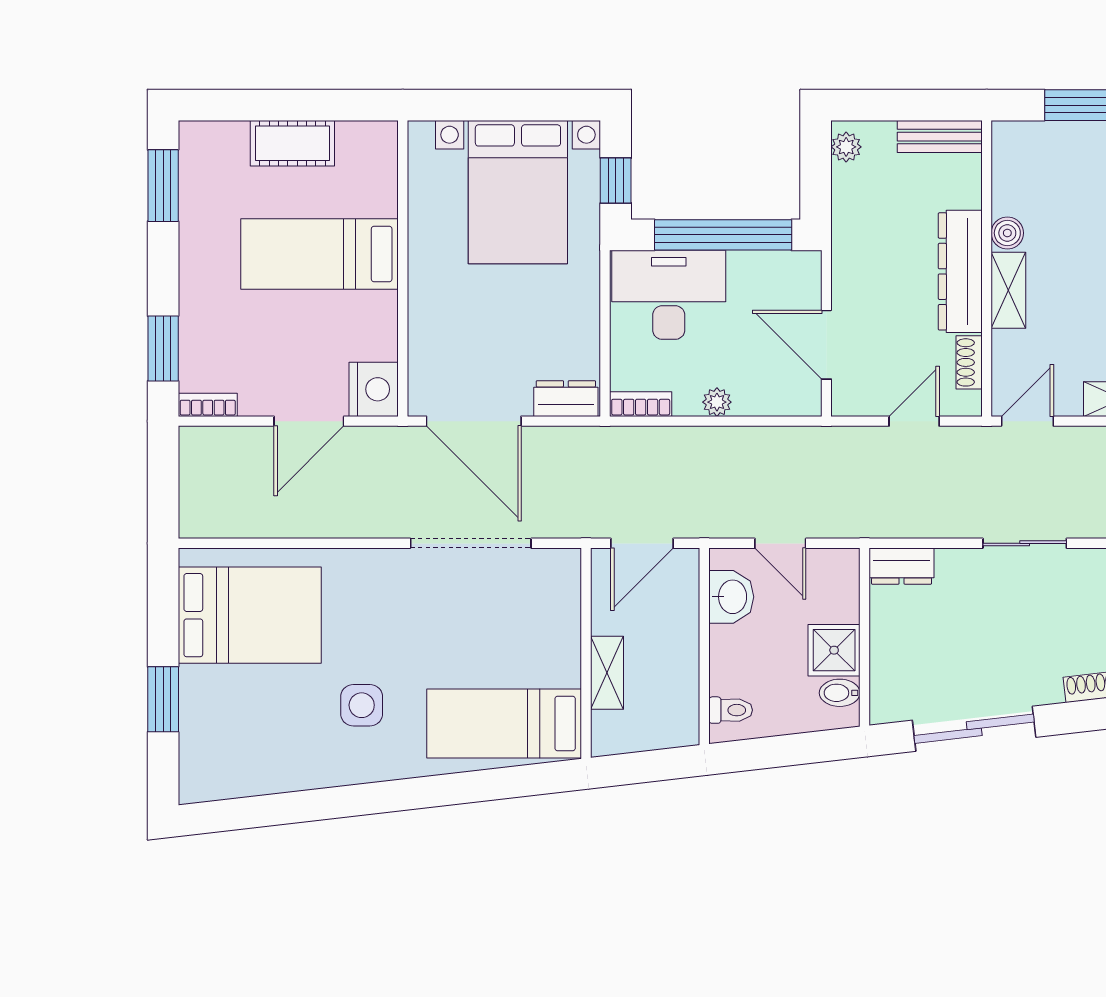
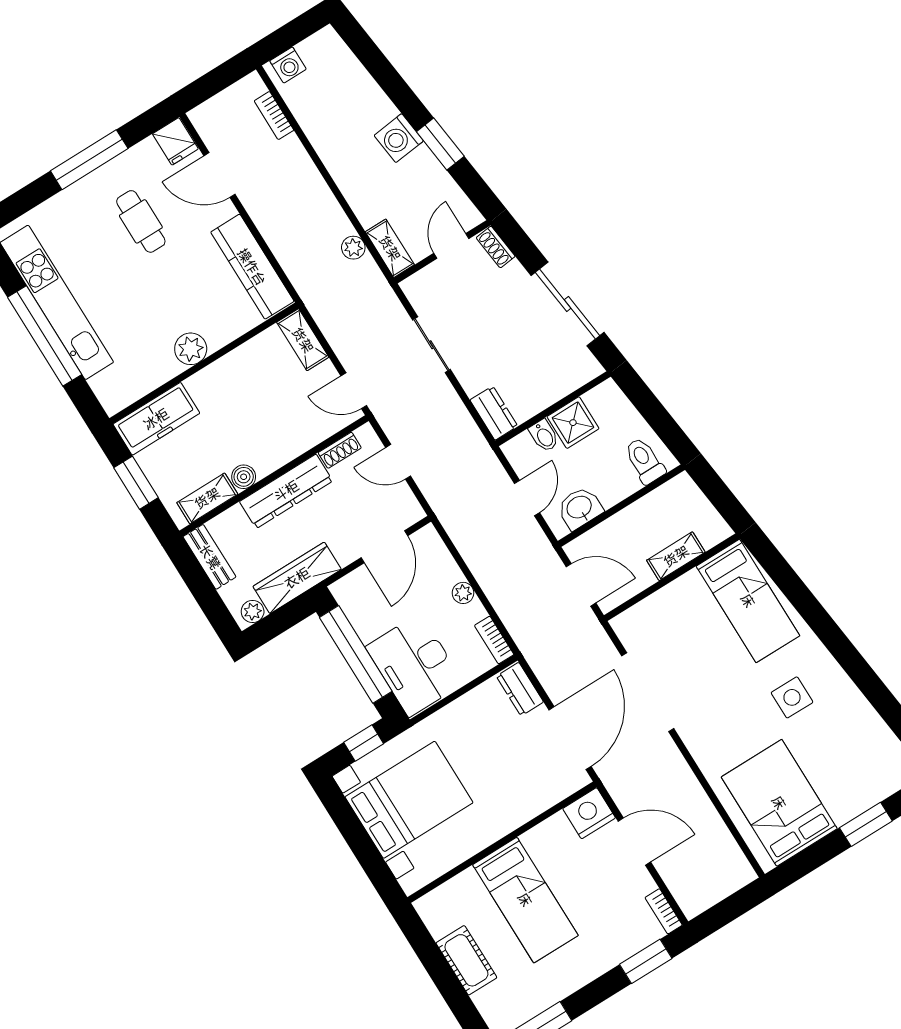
wardrobe: (853, 222) -> (297, 578), added
shelving: (1008, 290) -> (207, 498), moved
bidet: (840, 693) -> (544, 436), moved
toilet: (731, 710) -> (645, 461), width x1.37, depth x1.39

